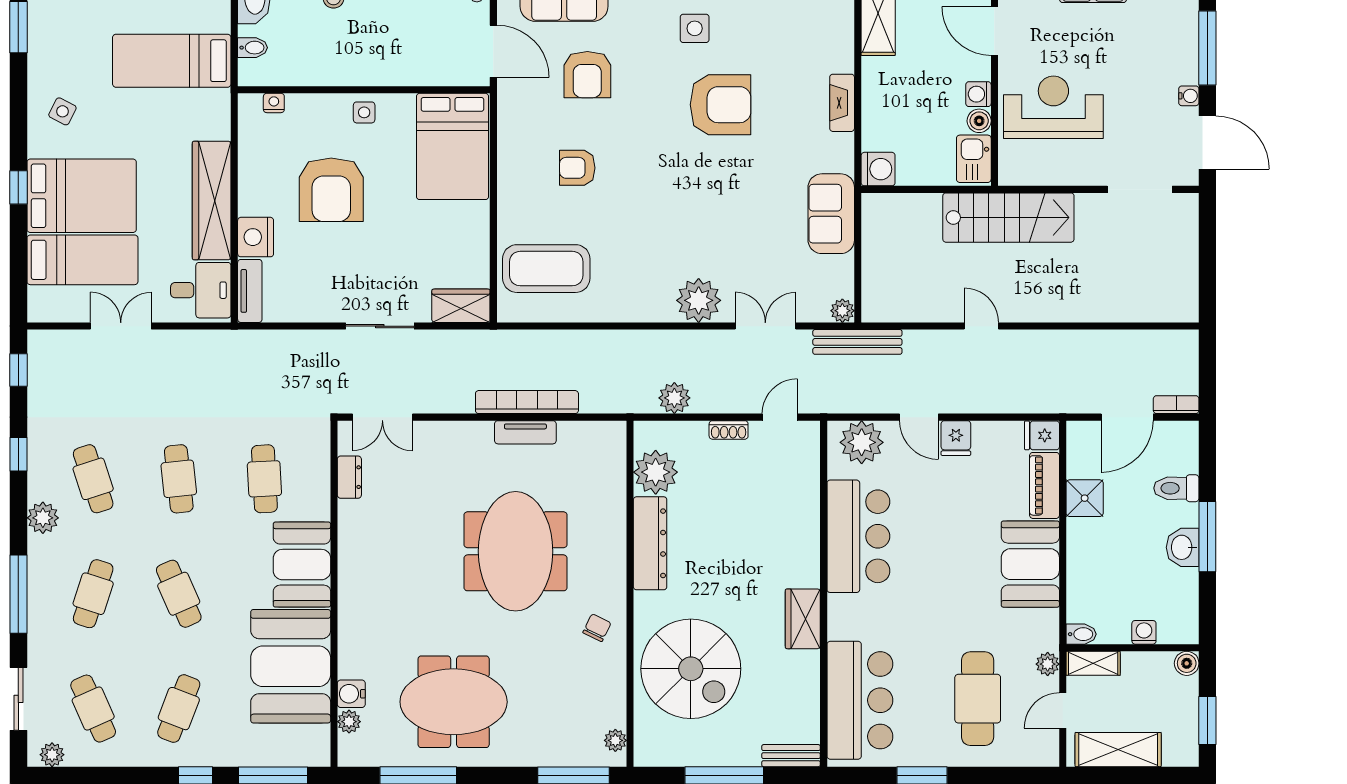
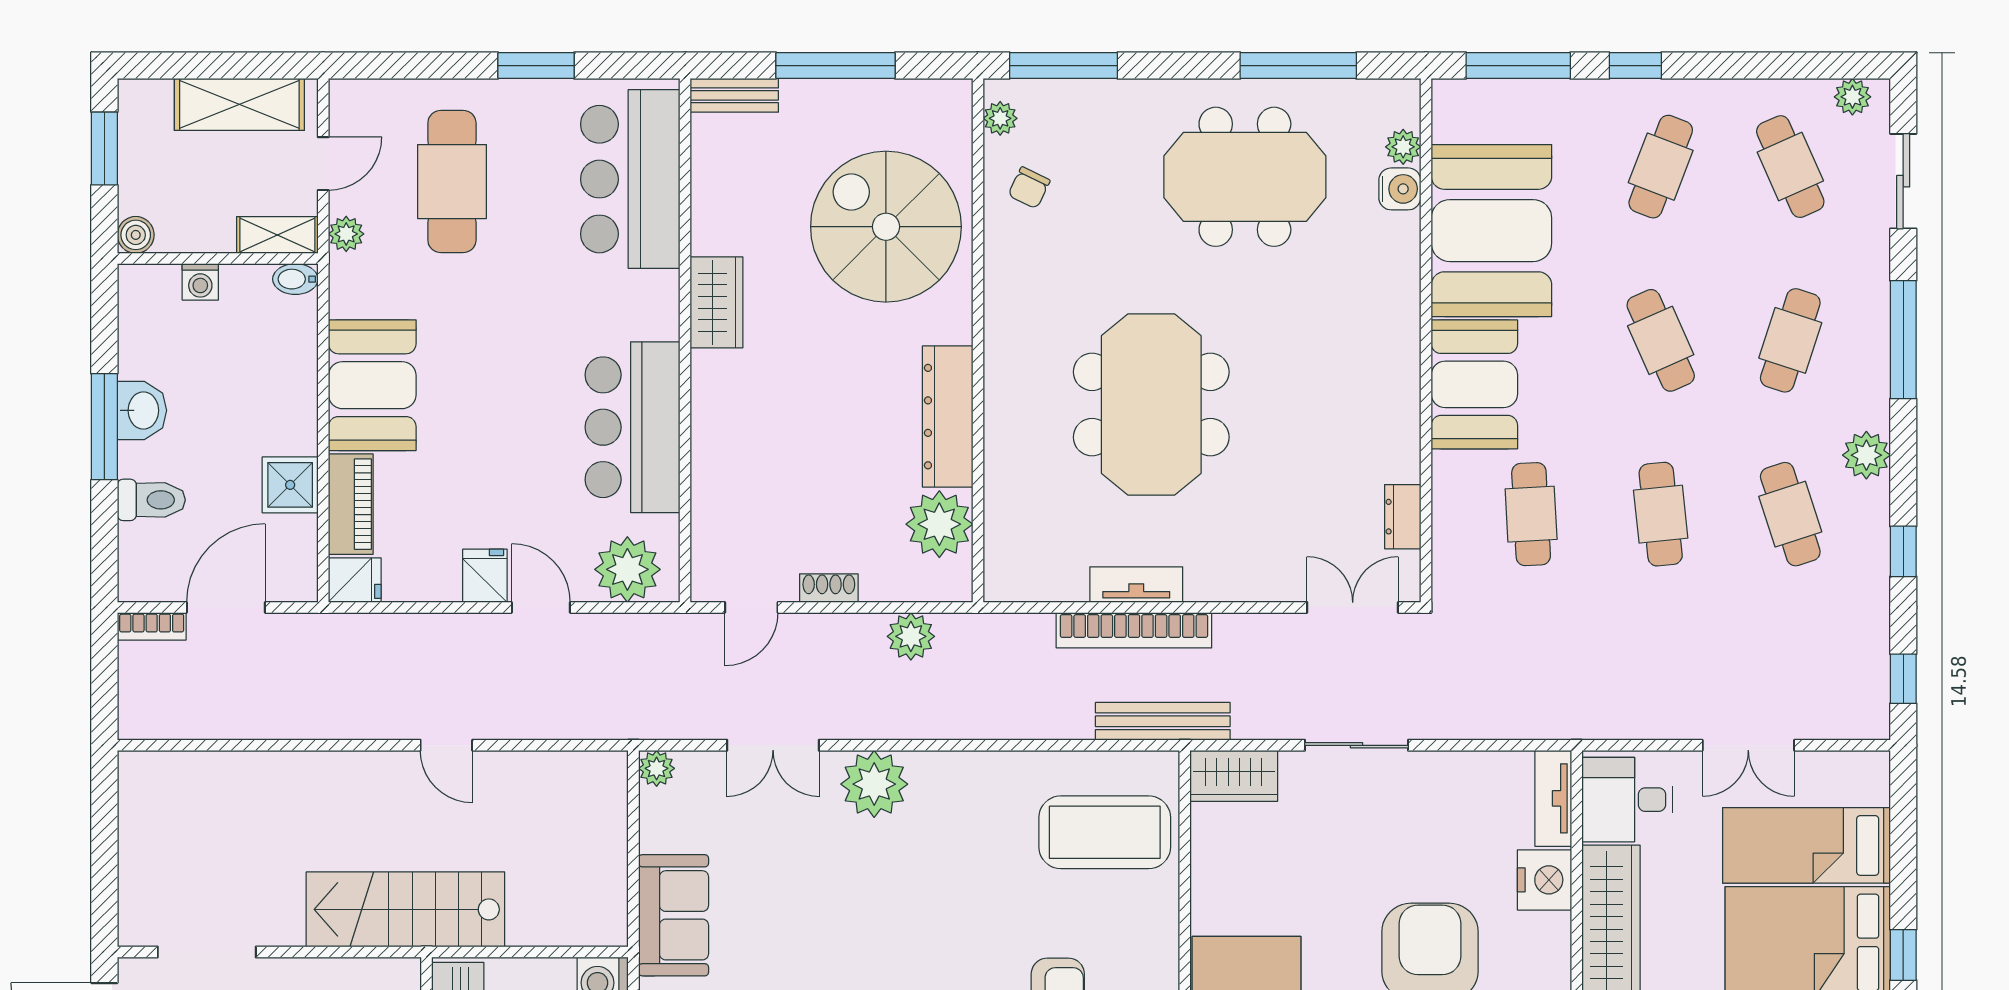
bench: (857, 342) -> (1163, 721), moved
chair: (597, 628) -> (1029, 188), moved

